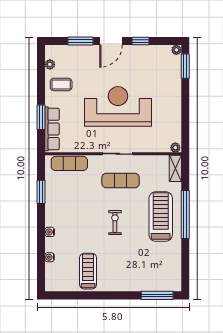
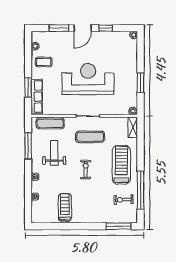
window: (185, 66) -> (140, 83), moved
window: (41, 192) -> (28, 146), width x1.44
weight bench: (74, 201) -> (54, 153), added
window: (185, 214) -> (140, 190), moved
exercise bike: (163, 261) -> (123, 200), added

